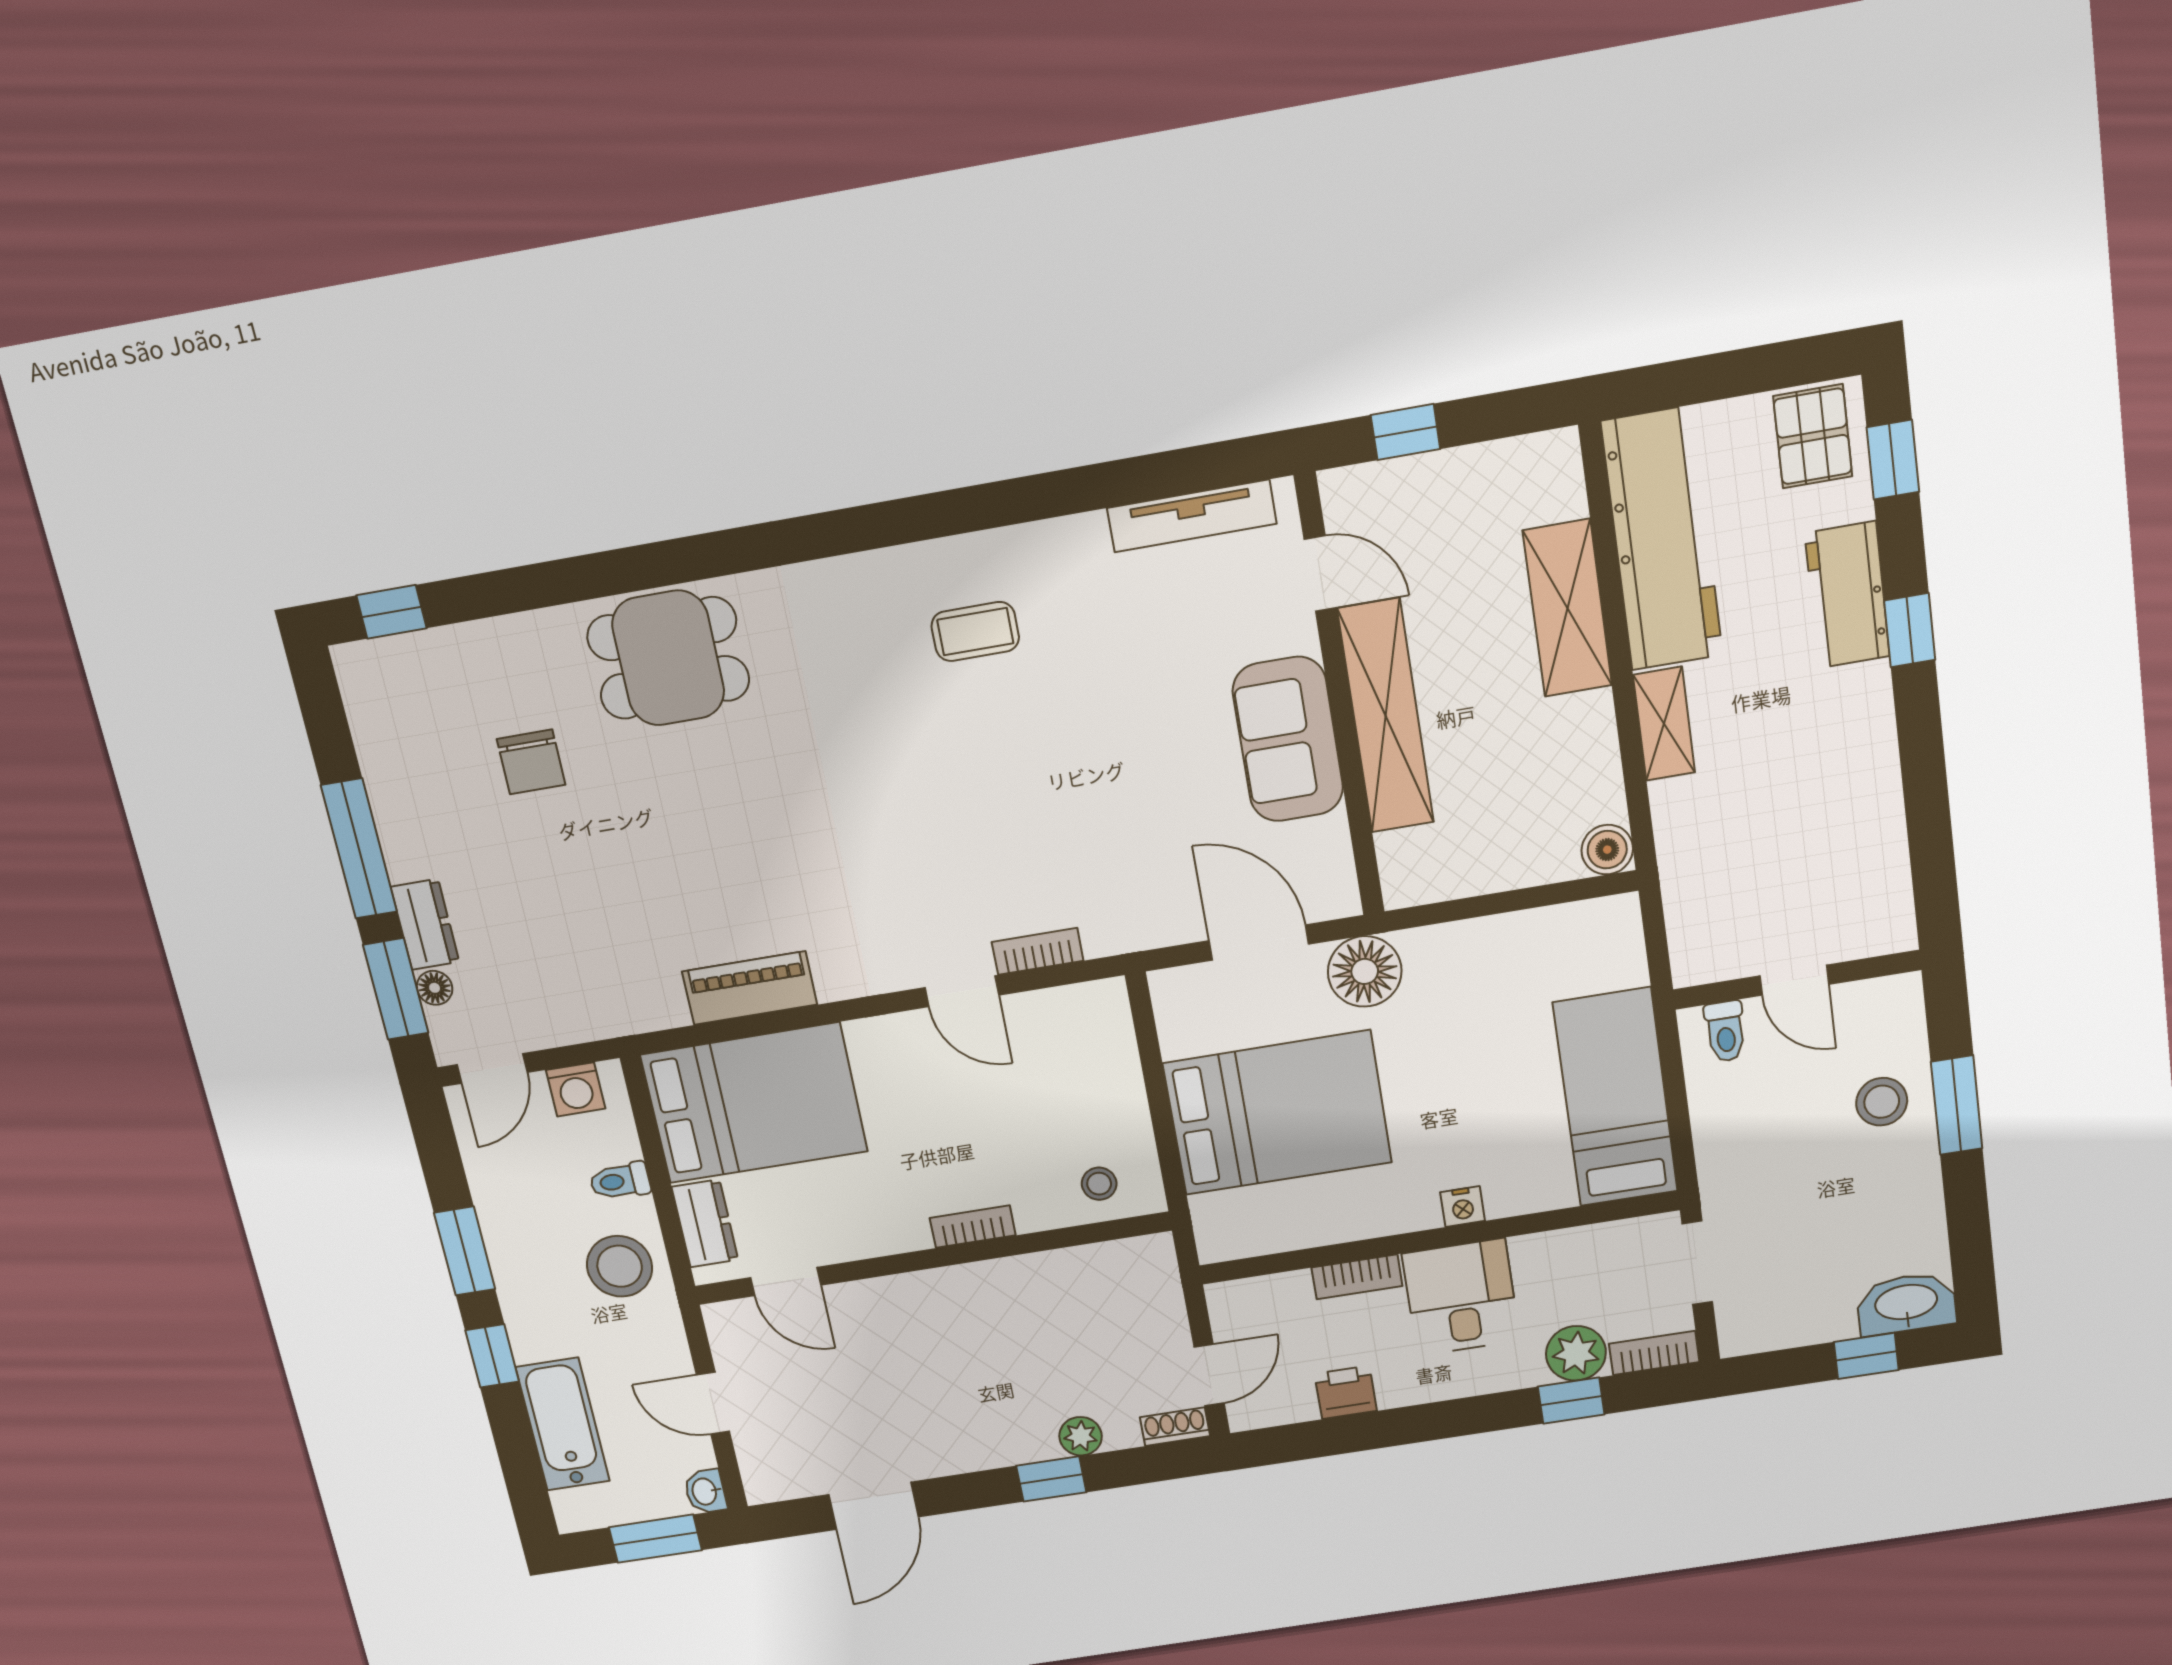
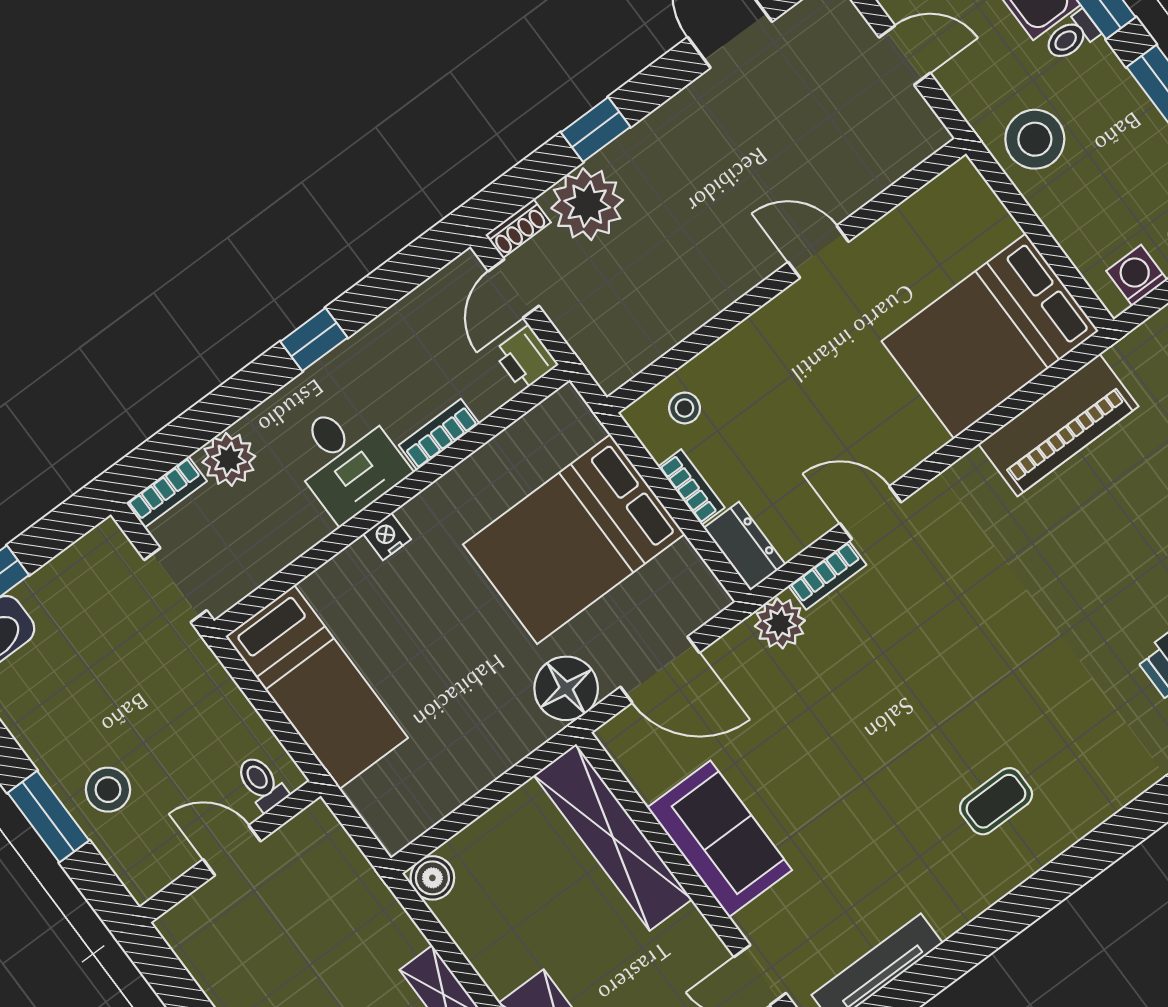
shelving: (1386, 716) -> (613, 837), moved
plant: (1111, 928) -> (780, 623), added
piano: (750, 988) -> (1058, 425), width x1.37, depth x1.33
toilet: (620, 1181) -> (1071, 36), moved, turned 180
dresser: (705, 1223) -> (745, 546), moved, turned 180
bookcase: (973, 1227) -> (691, 487), moved, turned -90
door: (786, 1281) -> (818, 252), moved
printer: (1346, 1392) -> (525, 358), moved, turned 90
window: (1571, 1400) -> (314, 340), moved
plant: (1081, 1436) -> (587, 204), width x1.87, depth x1.87

